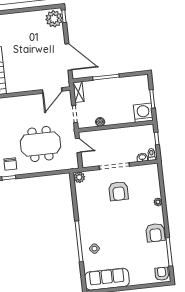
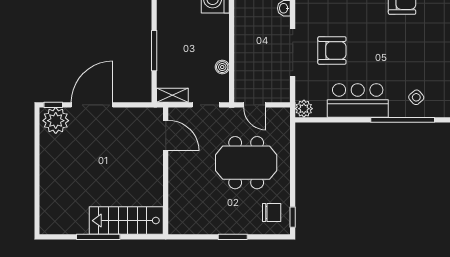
door: (68, 57) -> (92, 105), moved
meeting table: (40, 144) -> (246, 163), turned 90
door: (78, 145) -> (255, 105), swing flipped
bar counter: (88, 211) -> (358, 100), added

